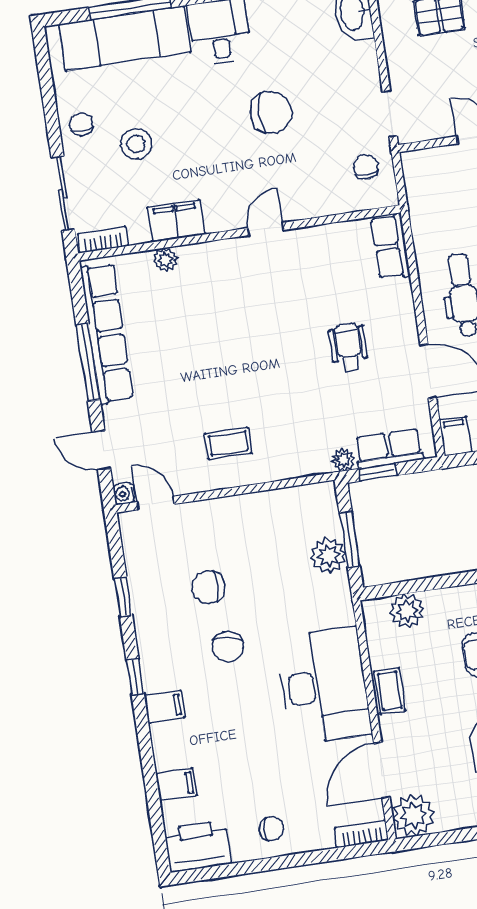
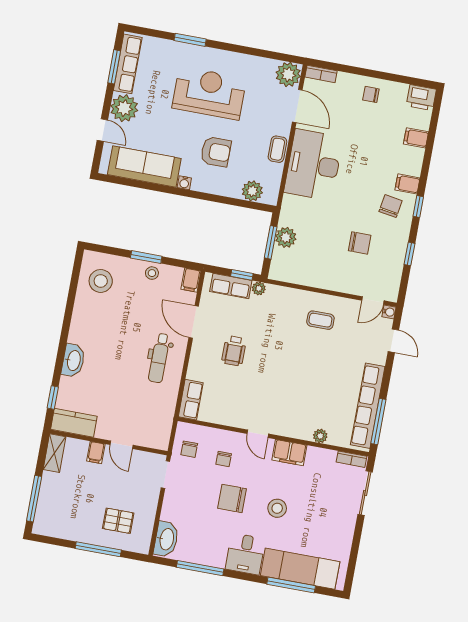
chair: (81, 124) -> (224, 459), moved
stool: (136, 144) -> (277, 508), moved
filing cabinet: (176, 221) -> (289, 453), moved
door: (265, 229) -> (258, 434), hinge flipped
window: (88, 362) -> (378, 421), moved
door: (156, 503) -> (373, 301), hinge flipped
chair: (228, 647) -> (391, 206), moved
door: (382, 770) -> (297, 106), hinge flipped
printer: (198, 846) -> (421, 98), width x0.73, depth x0.84

